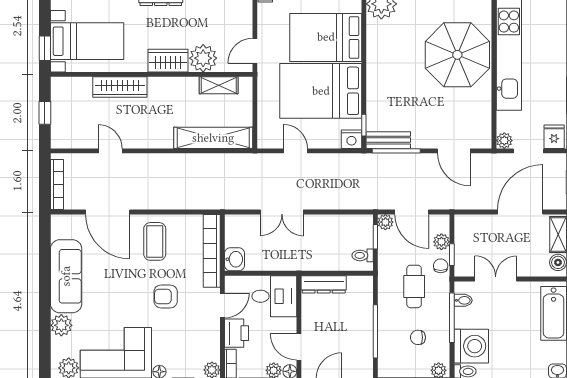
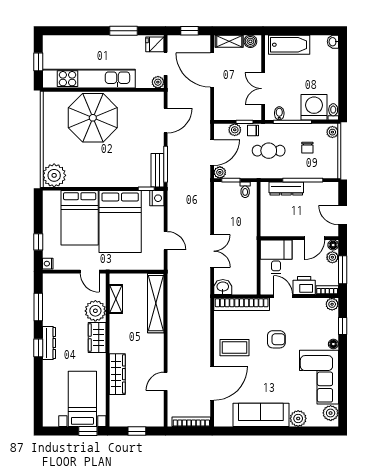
door: (296, 151) -> (166, 241), swing flipped
washbasin: (235, 259) -> (223, 287), moved
dresser: (324, 284) -> (286, 188), moved, turned 90
armchair: (166, 296) -> (276, 339), turned -90

